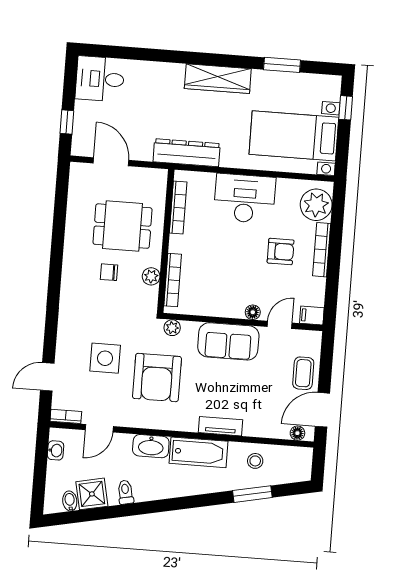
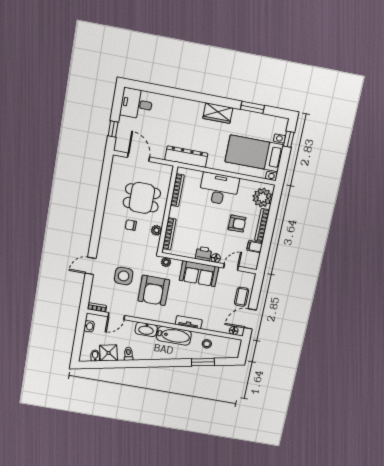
wardrobe: (218, 79) -> (218, 113), width x0.67
printer: (232, 307) -> (204, 254), added
filing cabinet: (312, 315) -> (255, 247), moved
door: (47, 377) -> (91, 266), moved

